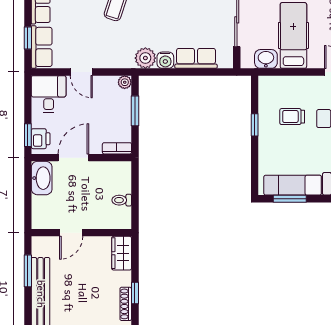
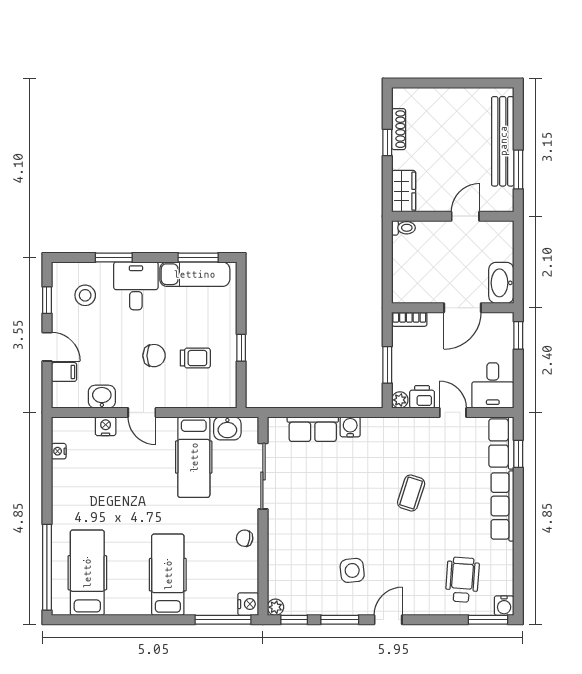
plant: (145, 58) -> (375, 429), removed
printer: (41, 139) -> (422, 397), moved, turned 90
toilet: (122, 200) -> (403, 228), moved

